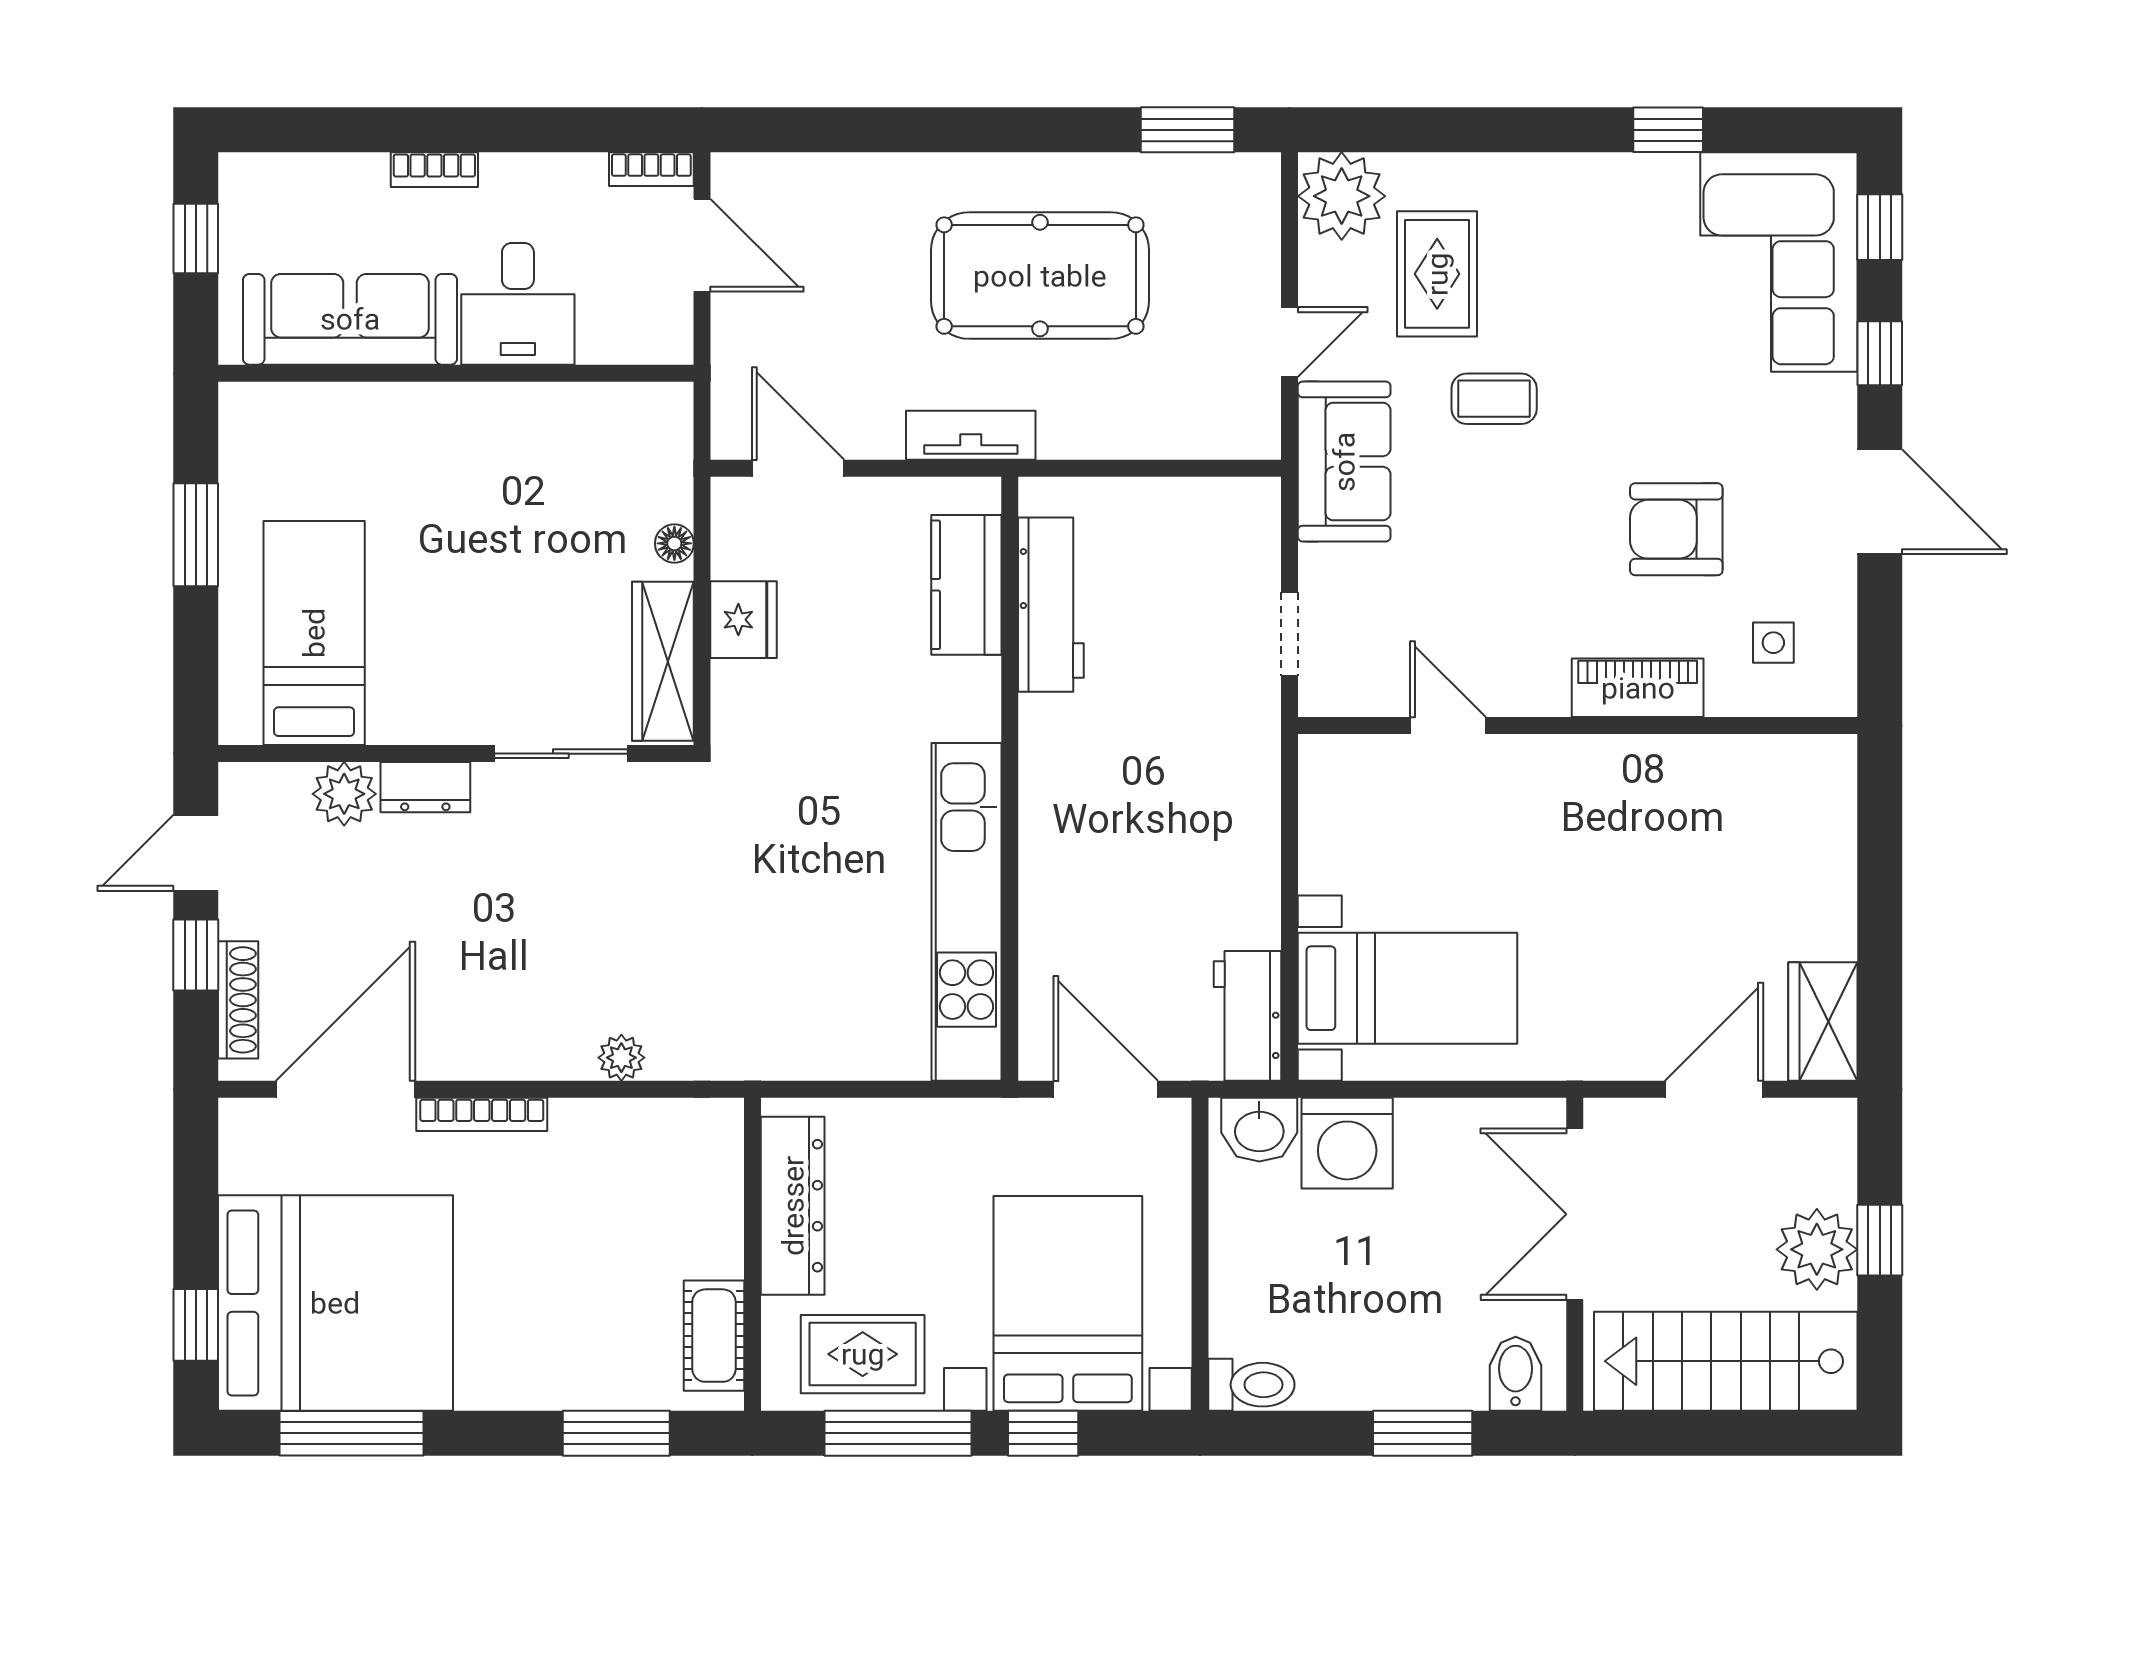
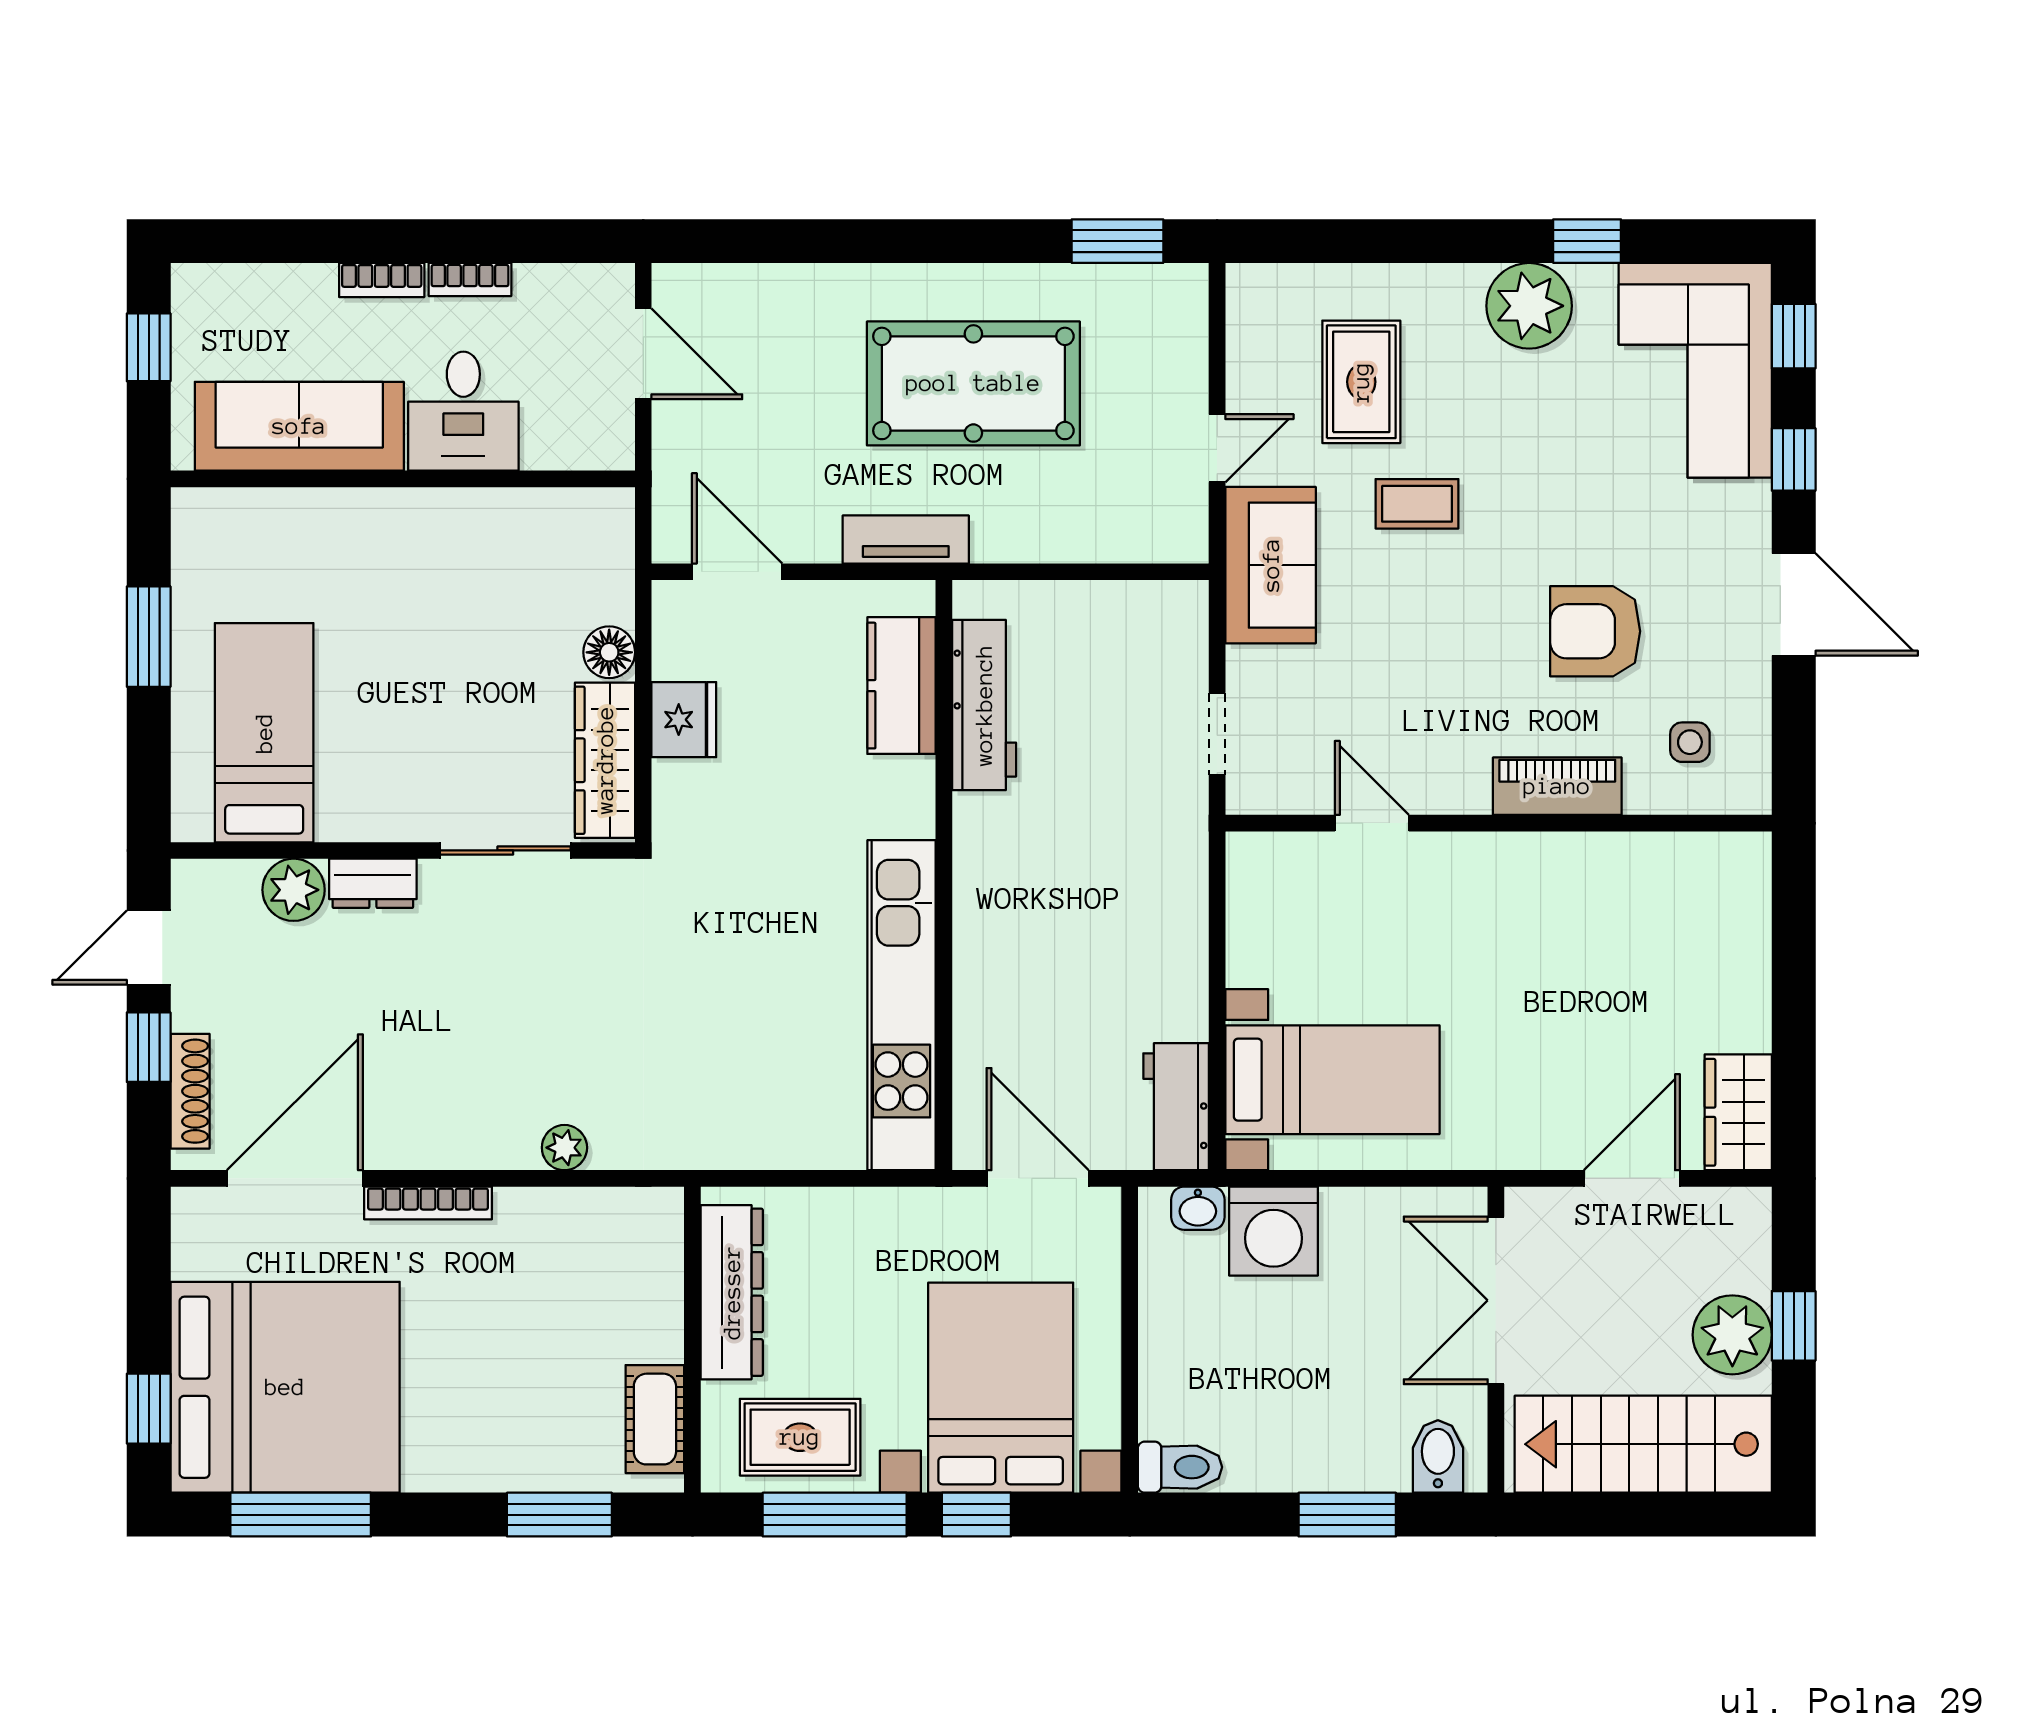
bookcase: (651, 169) -> (470, 280), moved
plant: (1342, 196) -> (1529, 306), moved
floor lamp: (674, 543) -> (609, 652), width x1.37, depth x1.37
washbasin: (1259, 1130) -> (1198, 1208), width x0.72, depth x0.69

